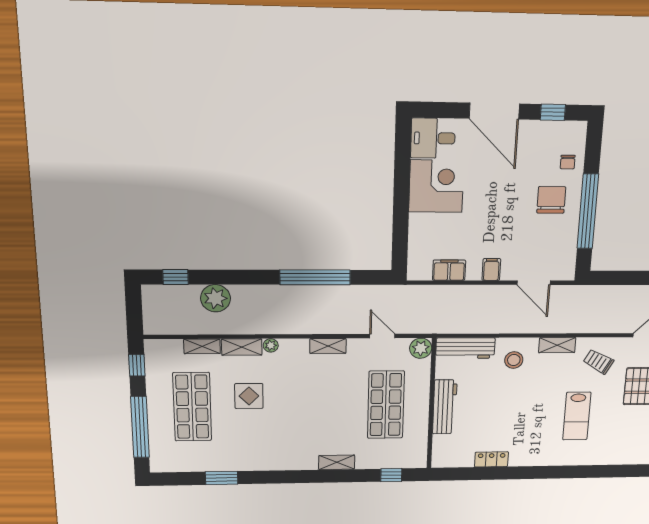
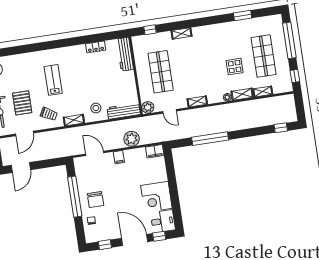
window: (446, 110) -> (159, 236), added
filing cabinet: (449, 270) -> (155, 151), moved
plant: (215, 298) -> (132, 139), moved
workbench: (445, 407) -> (125, 54), moved

